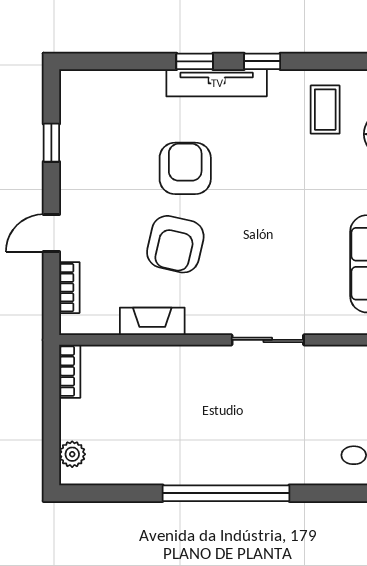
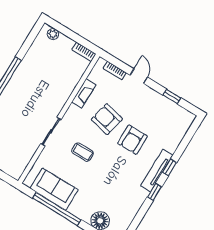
coffee table: (325, 110) -> (82, 152), moved
armchair: (185, 168) -> (132, 140), turned 90

